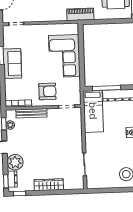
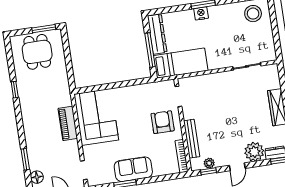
piano: (80, 14) -> (68, 123), moved
corner sofa: (64, 56) -> (96, 117), moved, turned -90

